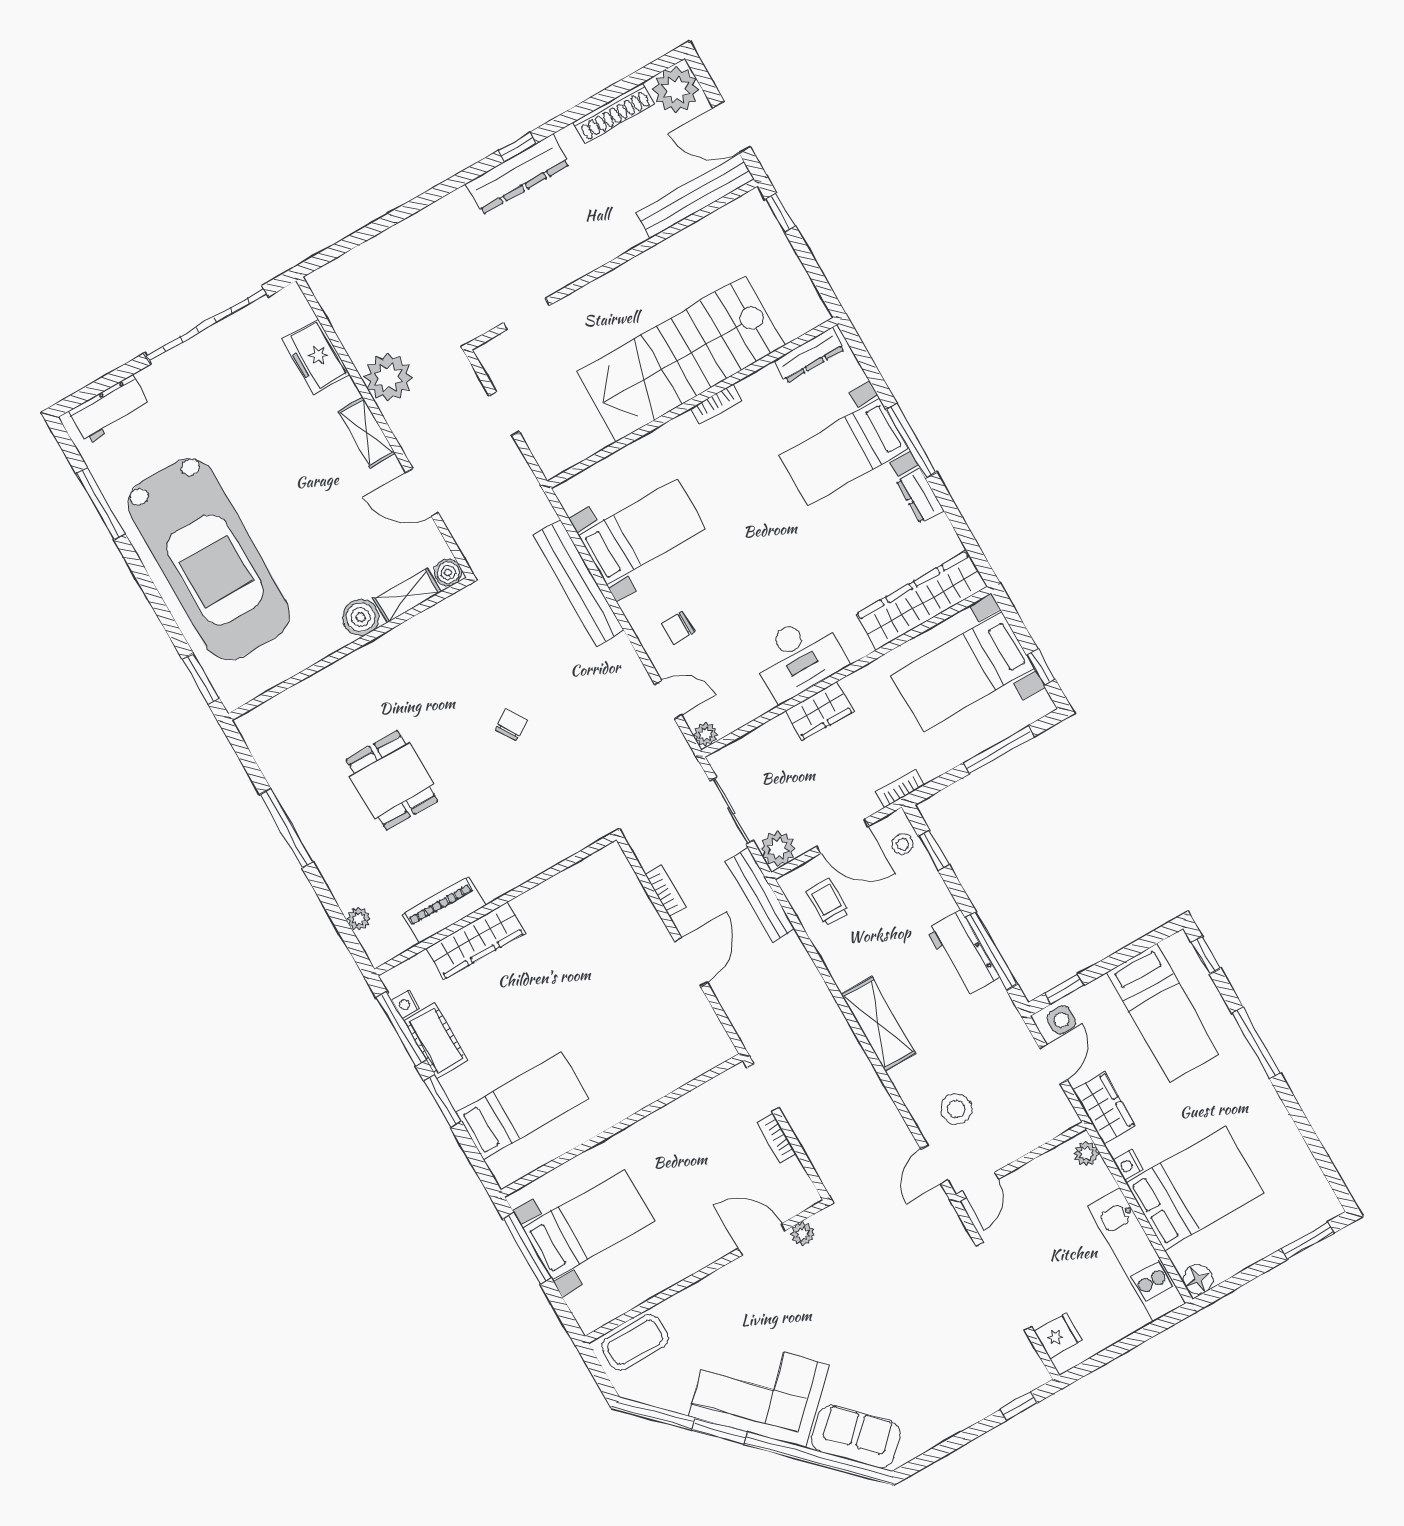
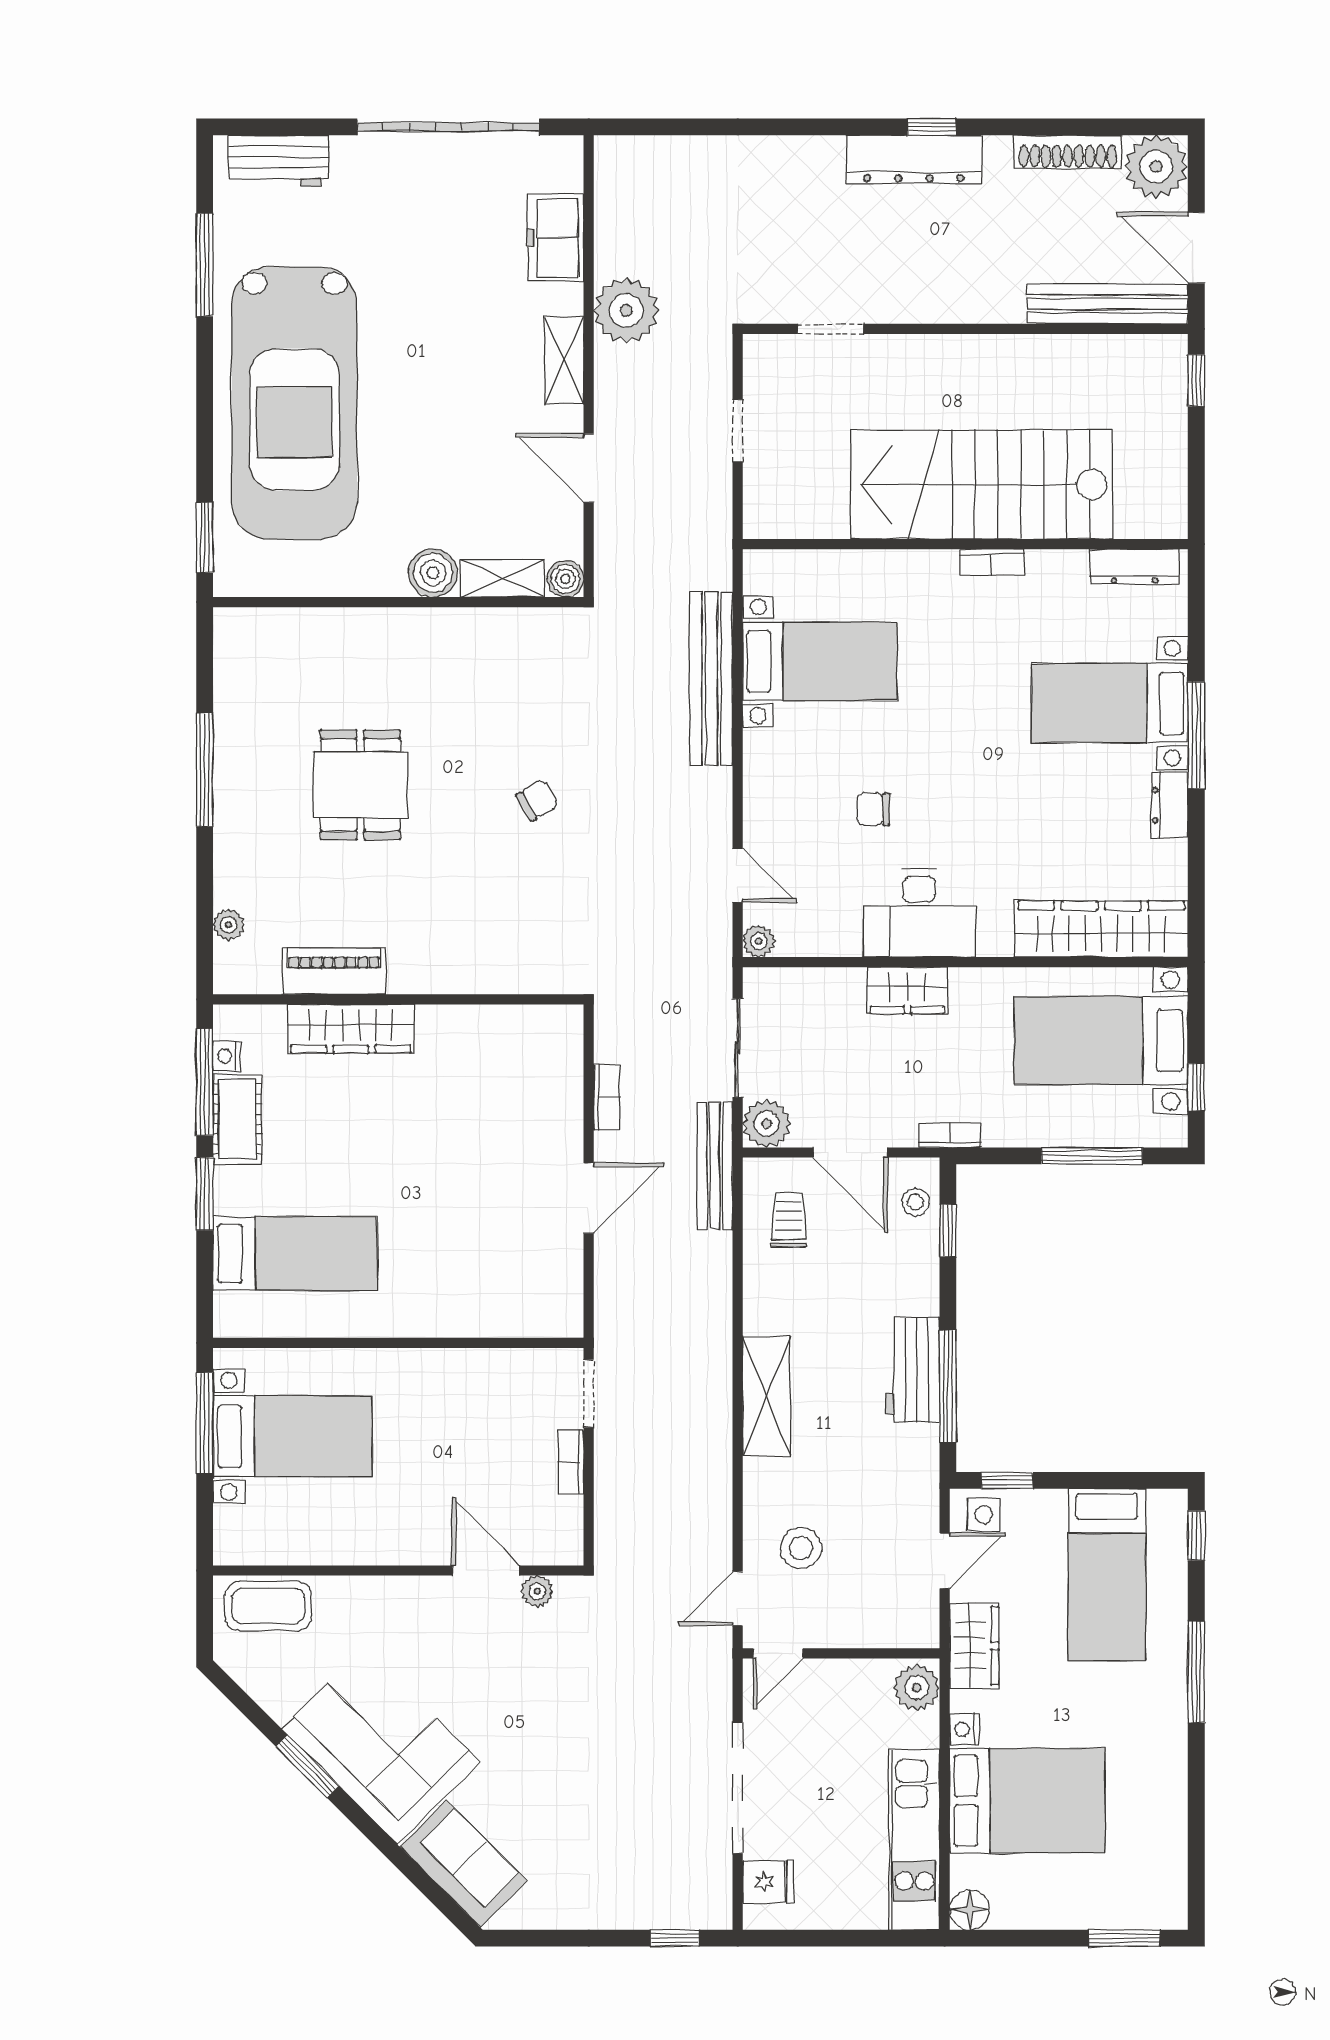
chair: (678, 628) -> (873, 809), moved
plant: (1086, 1154) -> (917, 1687), width x1.38, depth x1.38

